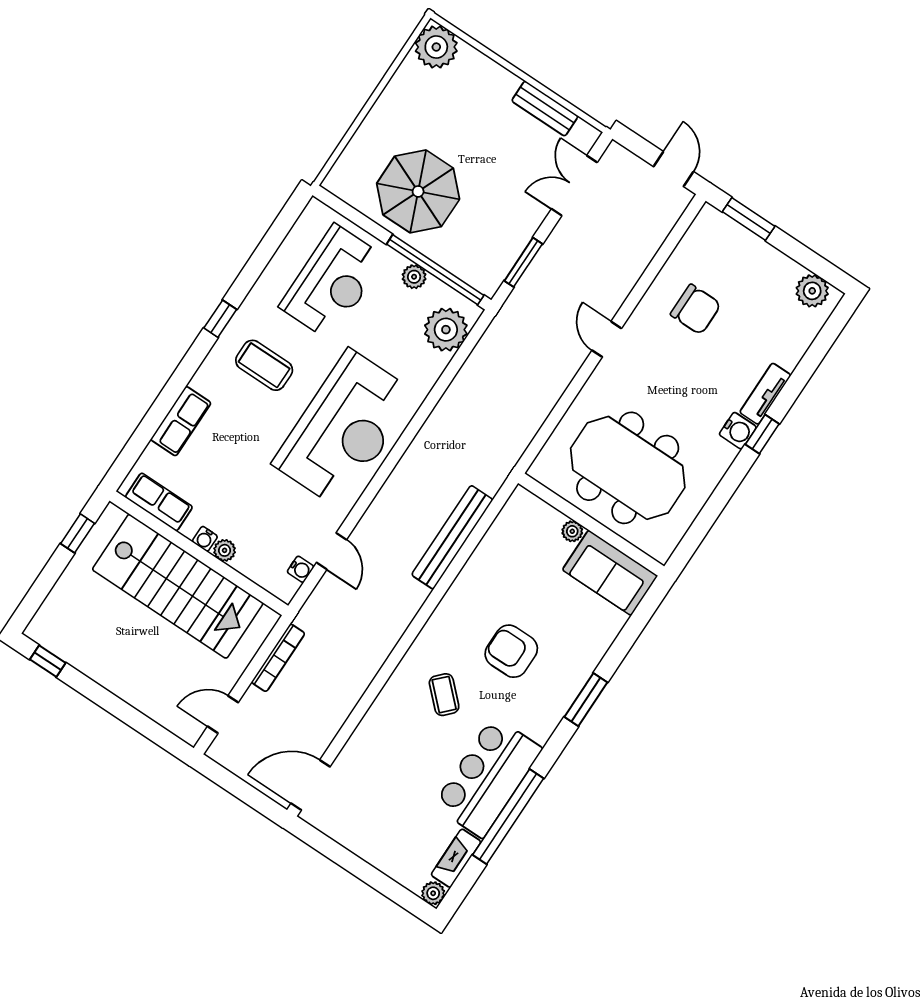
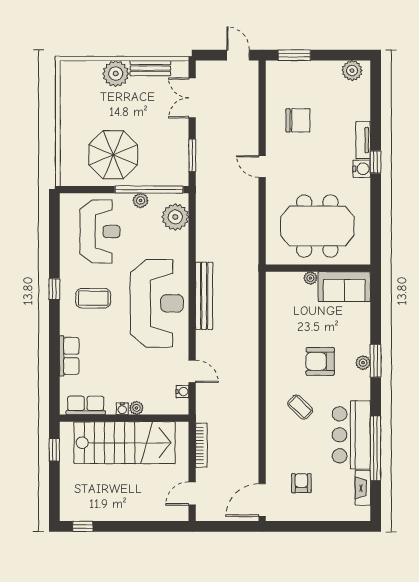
plant: (436, 47) -> (116, 74), moved
bench: (452, 537) -> (204, 296), moved
armchair: (378, 797) -> (301, 483), added
plant: (433, 893) -> (363, 363), moved

